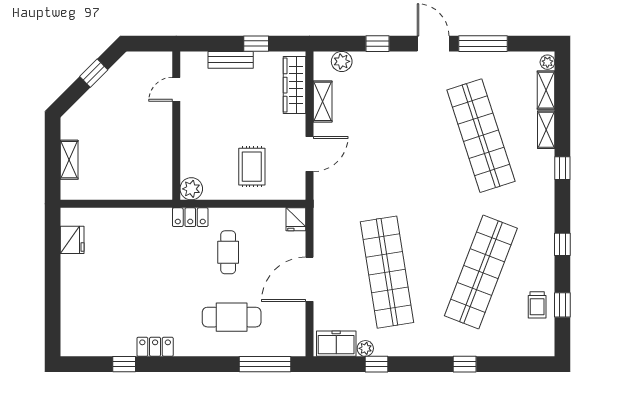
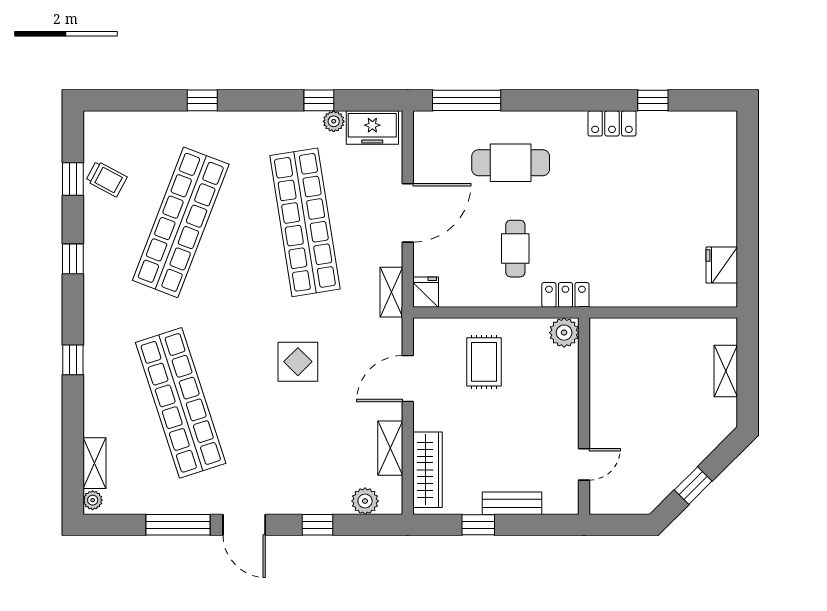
shelving: (546, 130) -> (391, 292), moved
display table: (392, 167) -> (298, 362), added
trolley: (537, 305) -> (106, 179), turned 118

